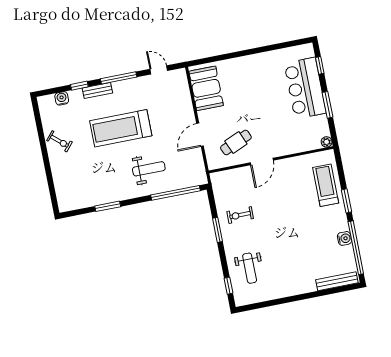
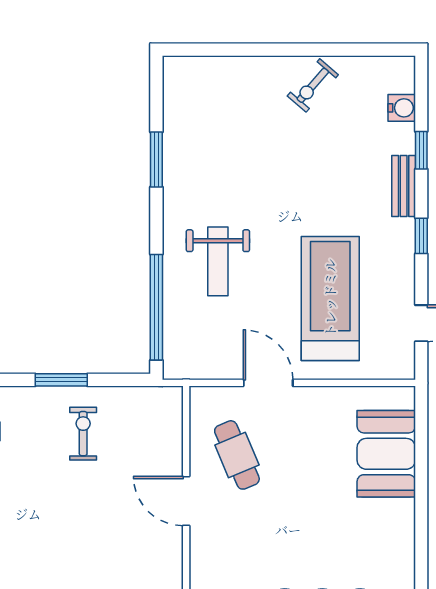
window: (119, 78) -> (421, 236), width x0.46
booth: (206, 88) -> (386, 454), moved, turned 90
treadmill: (121, 128) -> (330, 298), moved

